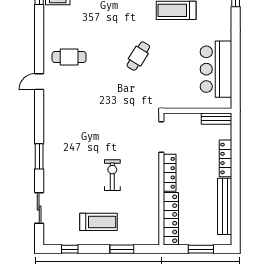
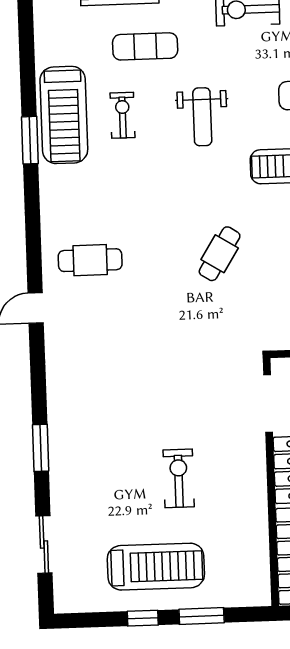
treadmill: (98, 222) -> (156, 567), width x1.37, depth x1.38
window: (70, 249) -> (143, 618), moved

